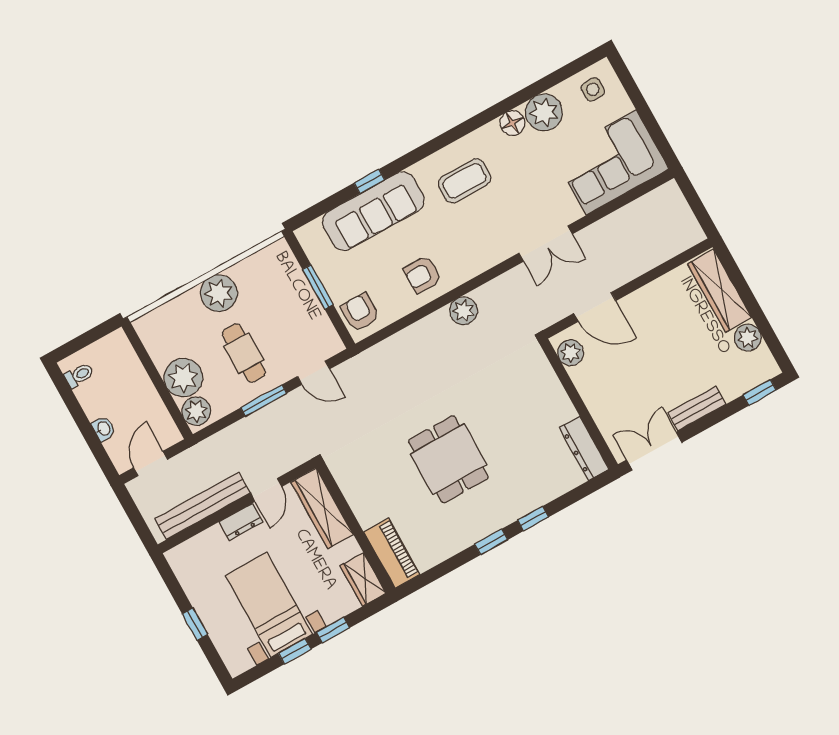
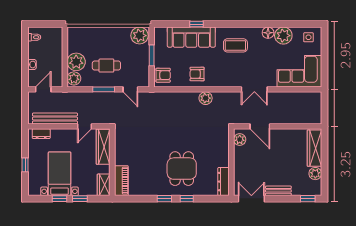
plant: (219, 293) -> (140, 36), moved
armchair: (360, 312) -> (163, 75), turned 90
cafe table: (244, 353) -> (106, 66), turned 90
dining table: (448, 459) -> (182, 169), moved
dresser: (241, 522) -> (41, 134), moved

